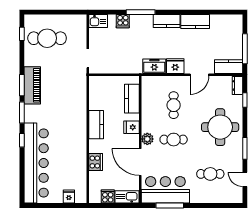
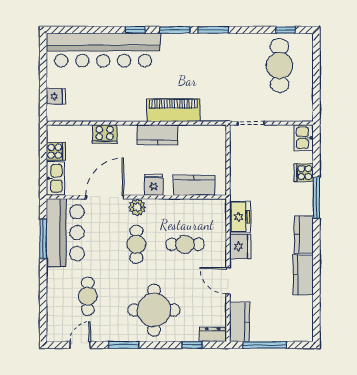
piano: (32, 85) -> (173, 110), moved, turned 180

